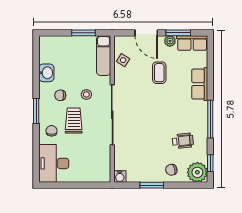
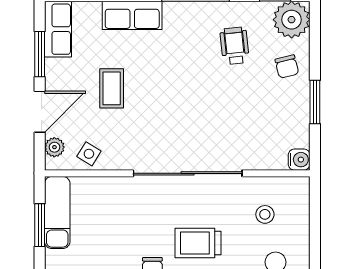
plant: (170, 41) -> (54, 147), moved
exam couch: (104, 56) -> (57, 213), moved, turned -90
coffee table: (159, 73) -> (112, 88), turned 90
stool: (86, 94) -> (265, 214), moved

